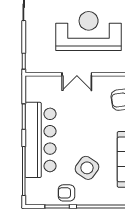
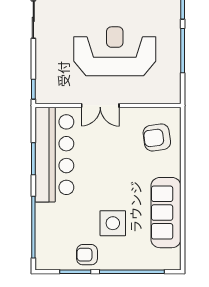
bar counter: (40, 140) -> (54, 155), moved
side table: (87, 168) -> (113, 223), turned -35

